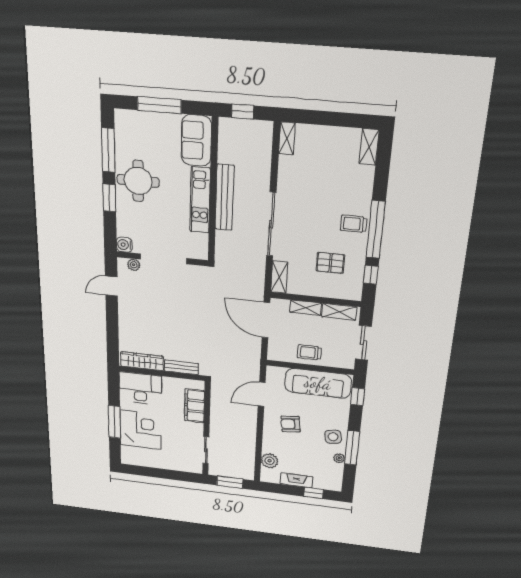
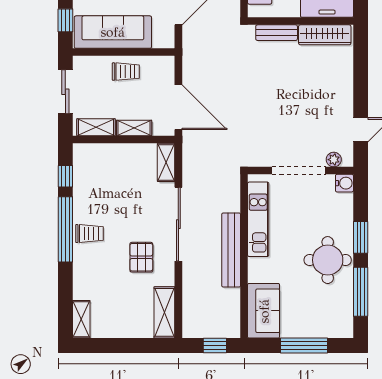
shelving: (287, 138) -> (164, 312), width x1.50, depth x1.33
kitchen unit: (200, 200) -> (258, 219), moved
pallet: (330, 263) -> (141, 257), moved, turned 90

